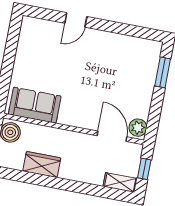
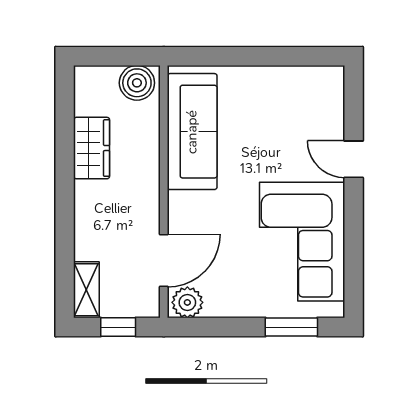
corner sofa: (116, 57) -> (302, 242), added
sofa: (35, 105) -> (192, 132), width x1.36

